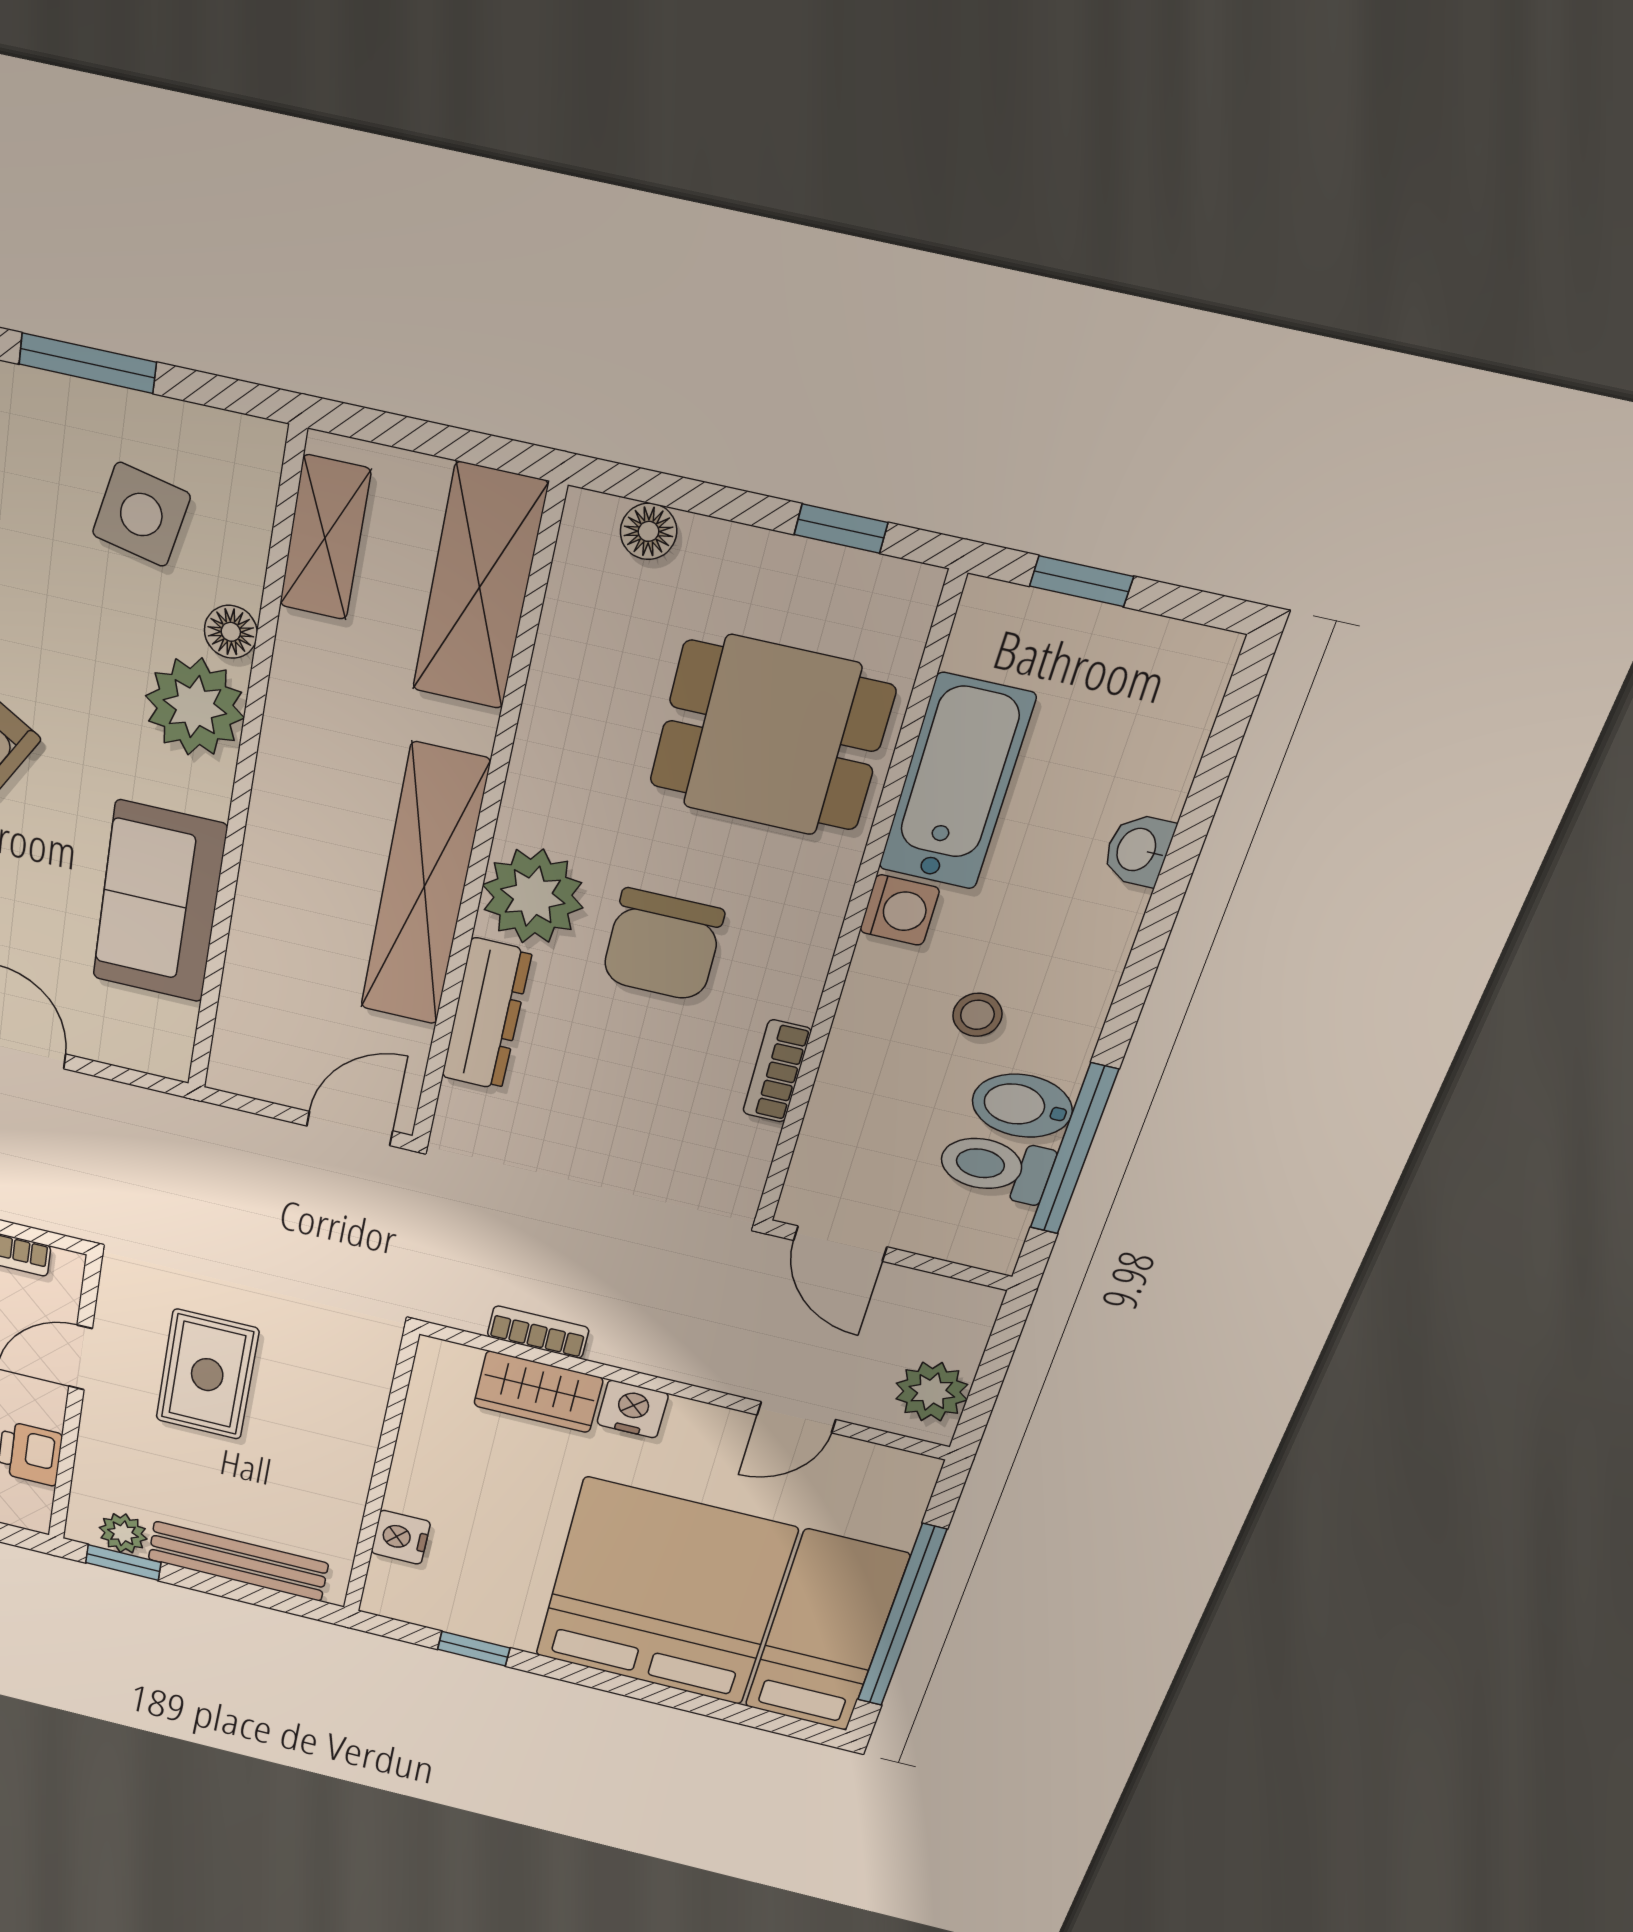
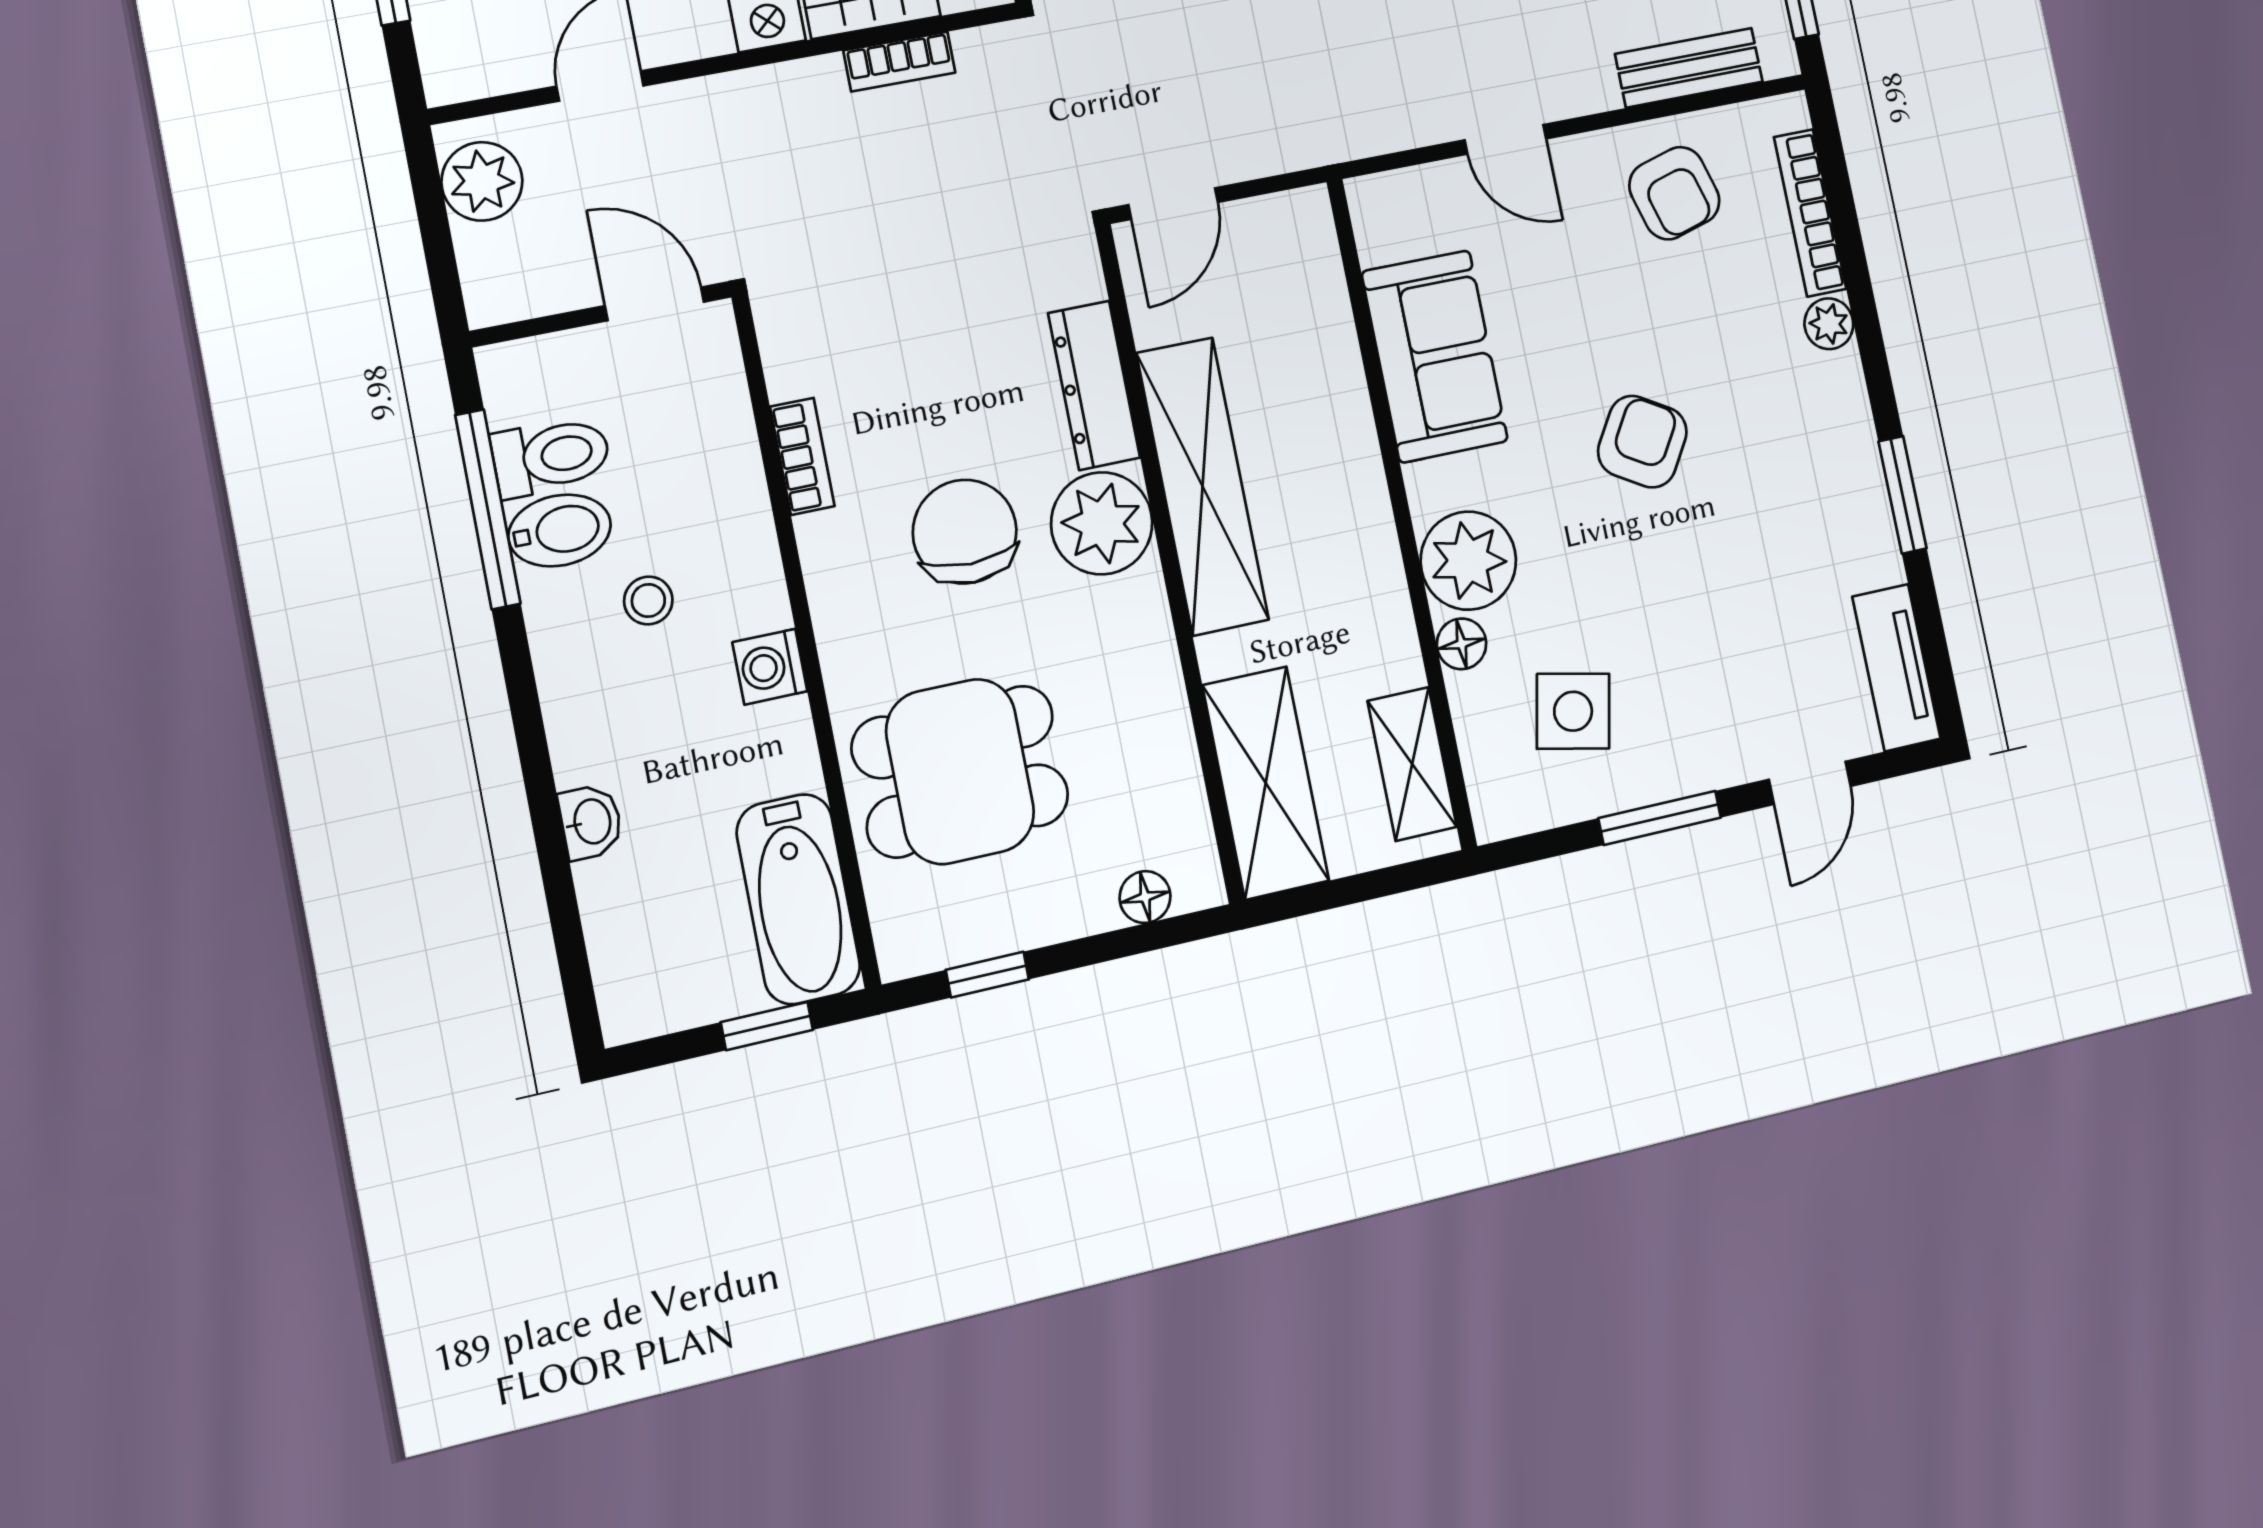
bathtub: (956, 782) -> (798, 899), moved

